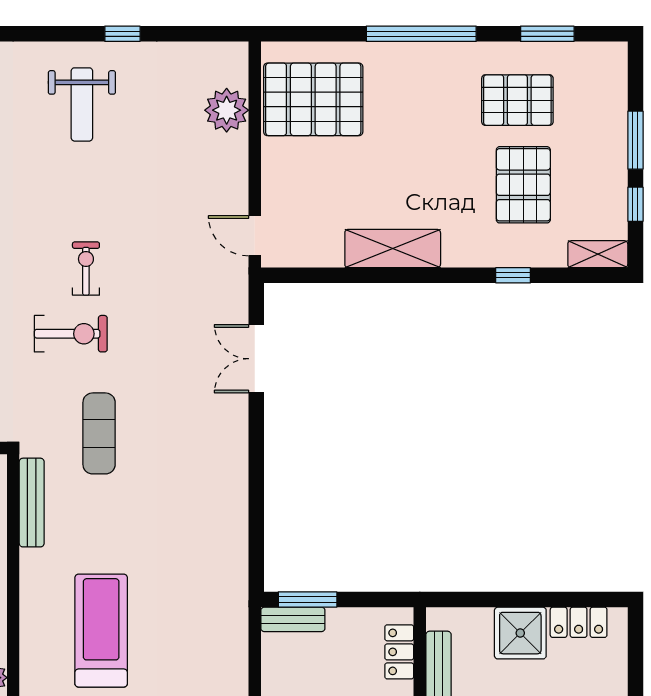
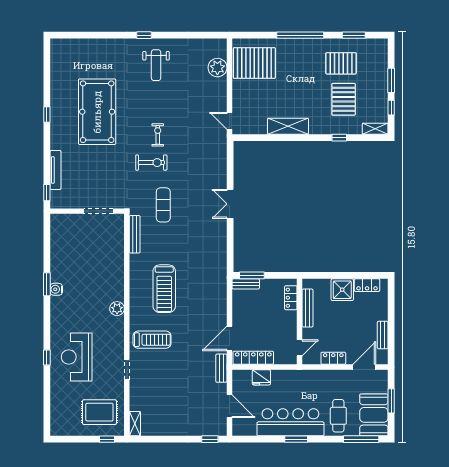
window: (122, 34) -> (144, 35), moved
double door: (256, 359) -> (230, 204), moved
treadmill: (101, 631) -> (164, 289), turned 180

